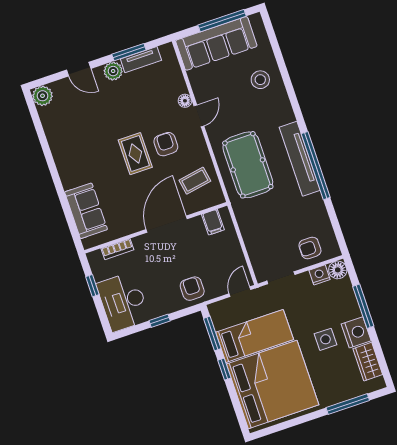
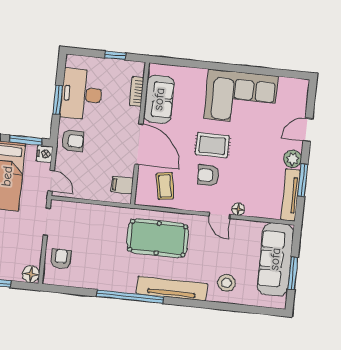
window: (222, 21) -> (293, 273), width x0.69
tv unit: (141, 60) -> (291, 195), width x1.41
plant: (43, 96) -> (299, 88), removed
armchair: (166, 144) -> (208, 175), turned 180
corner sofa: (77, 147) -> (241, 97), added
tv unit: (300, 159) -> (172, 289), moved
sofa: (86, 211) -> (159, 99), moved, turned -90
nightstand: (319, 275) -> (45, 154), moved
desk: (123, 302) -> (81, 94), moved, turned -90
window: (160, 321) -> (58, 100), width x1.50

